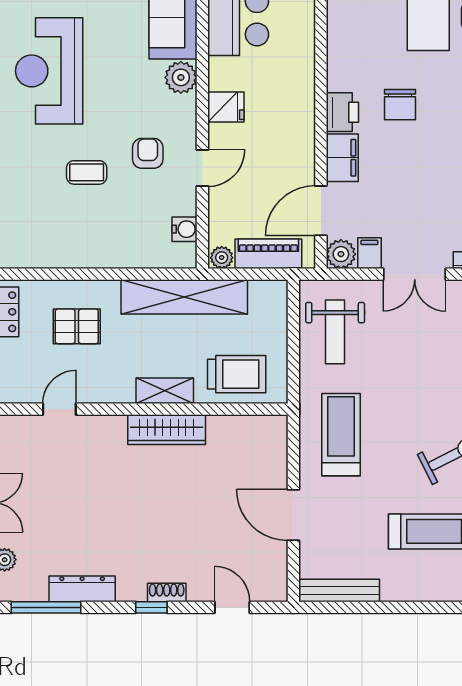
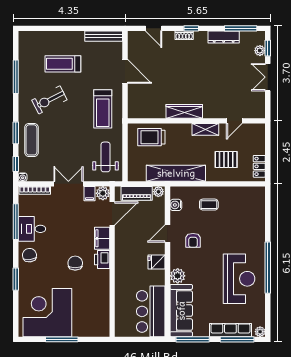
coffee table: (87, 172) -> (209, 205), moved
shelving: (165, 391) -> (205, 129), moved

